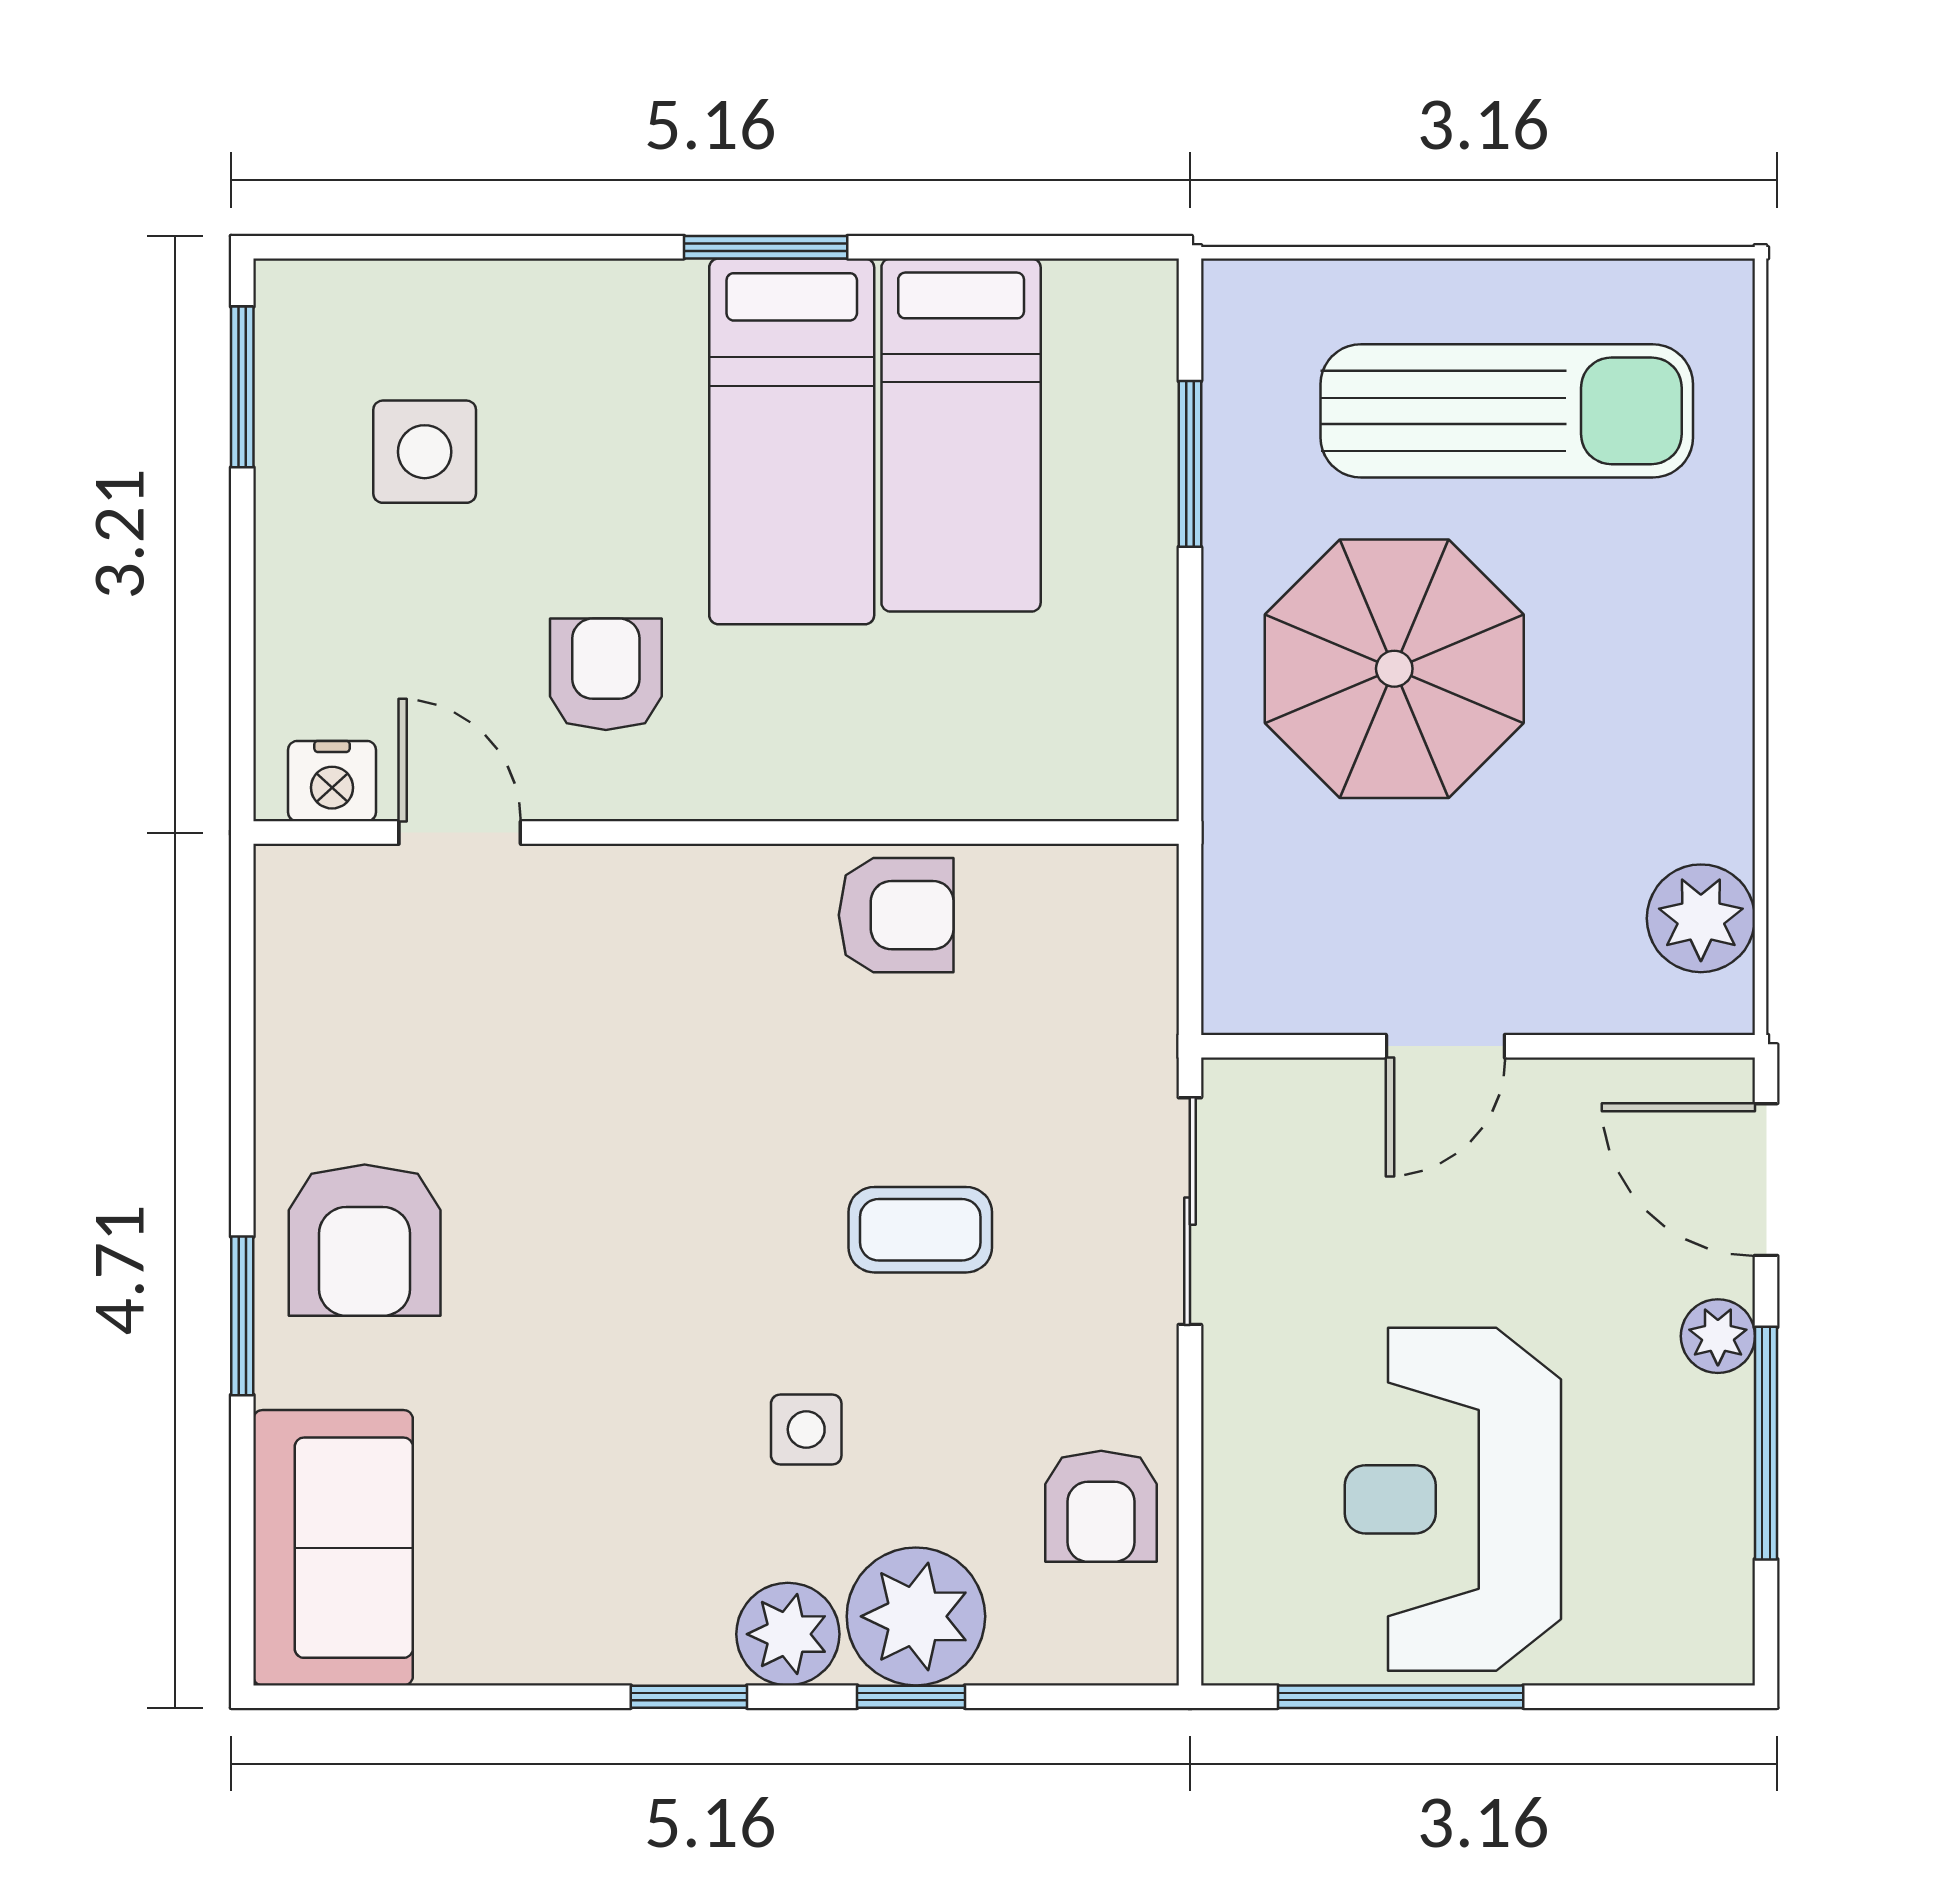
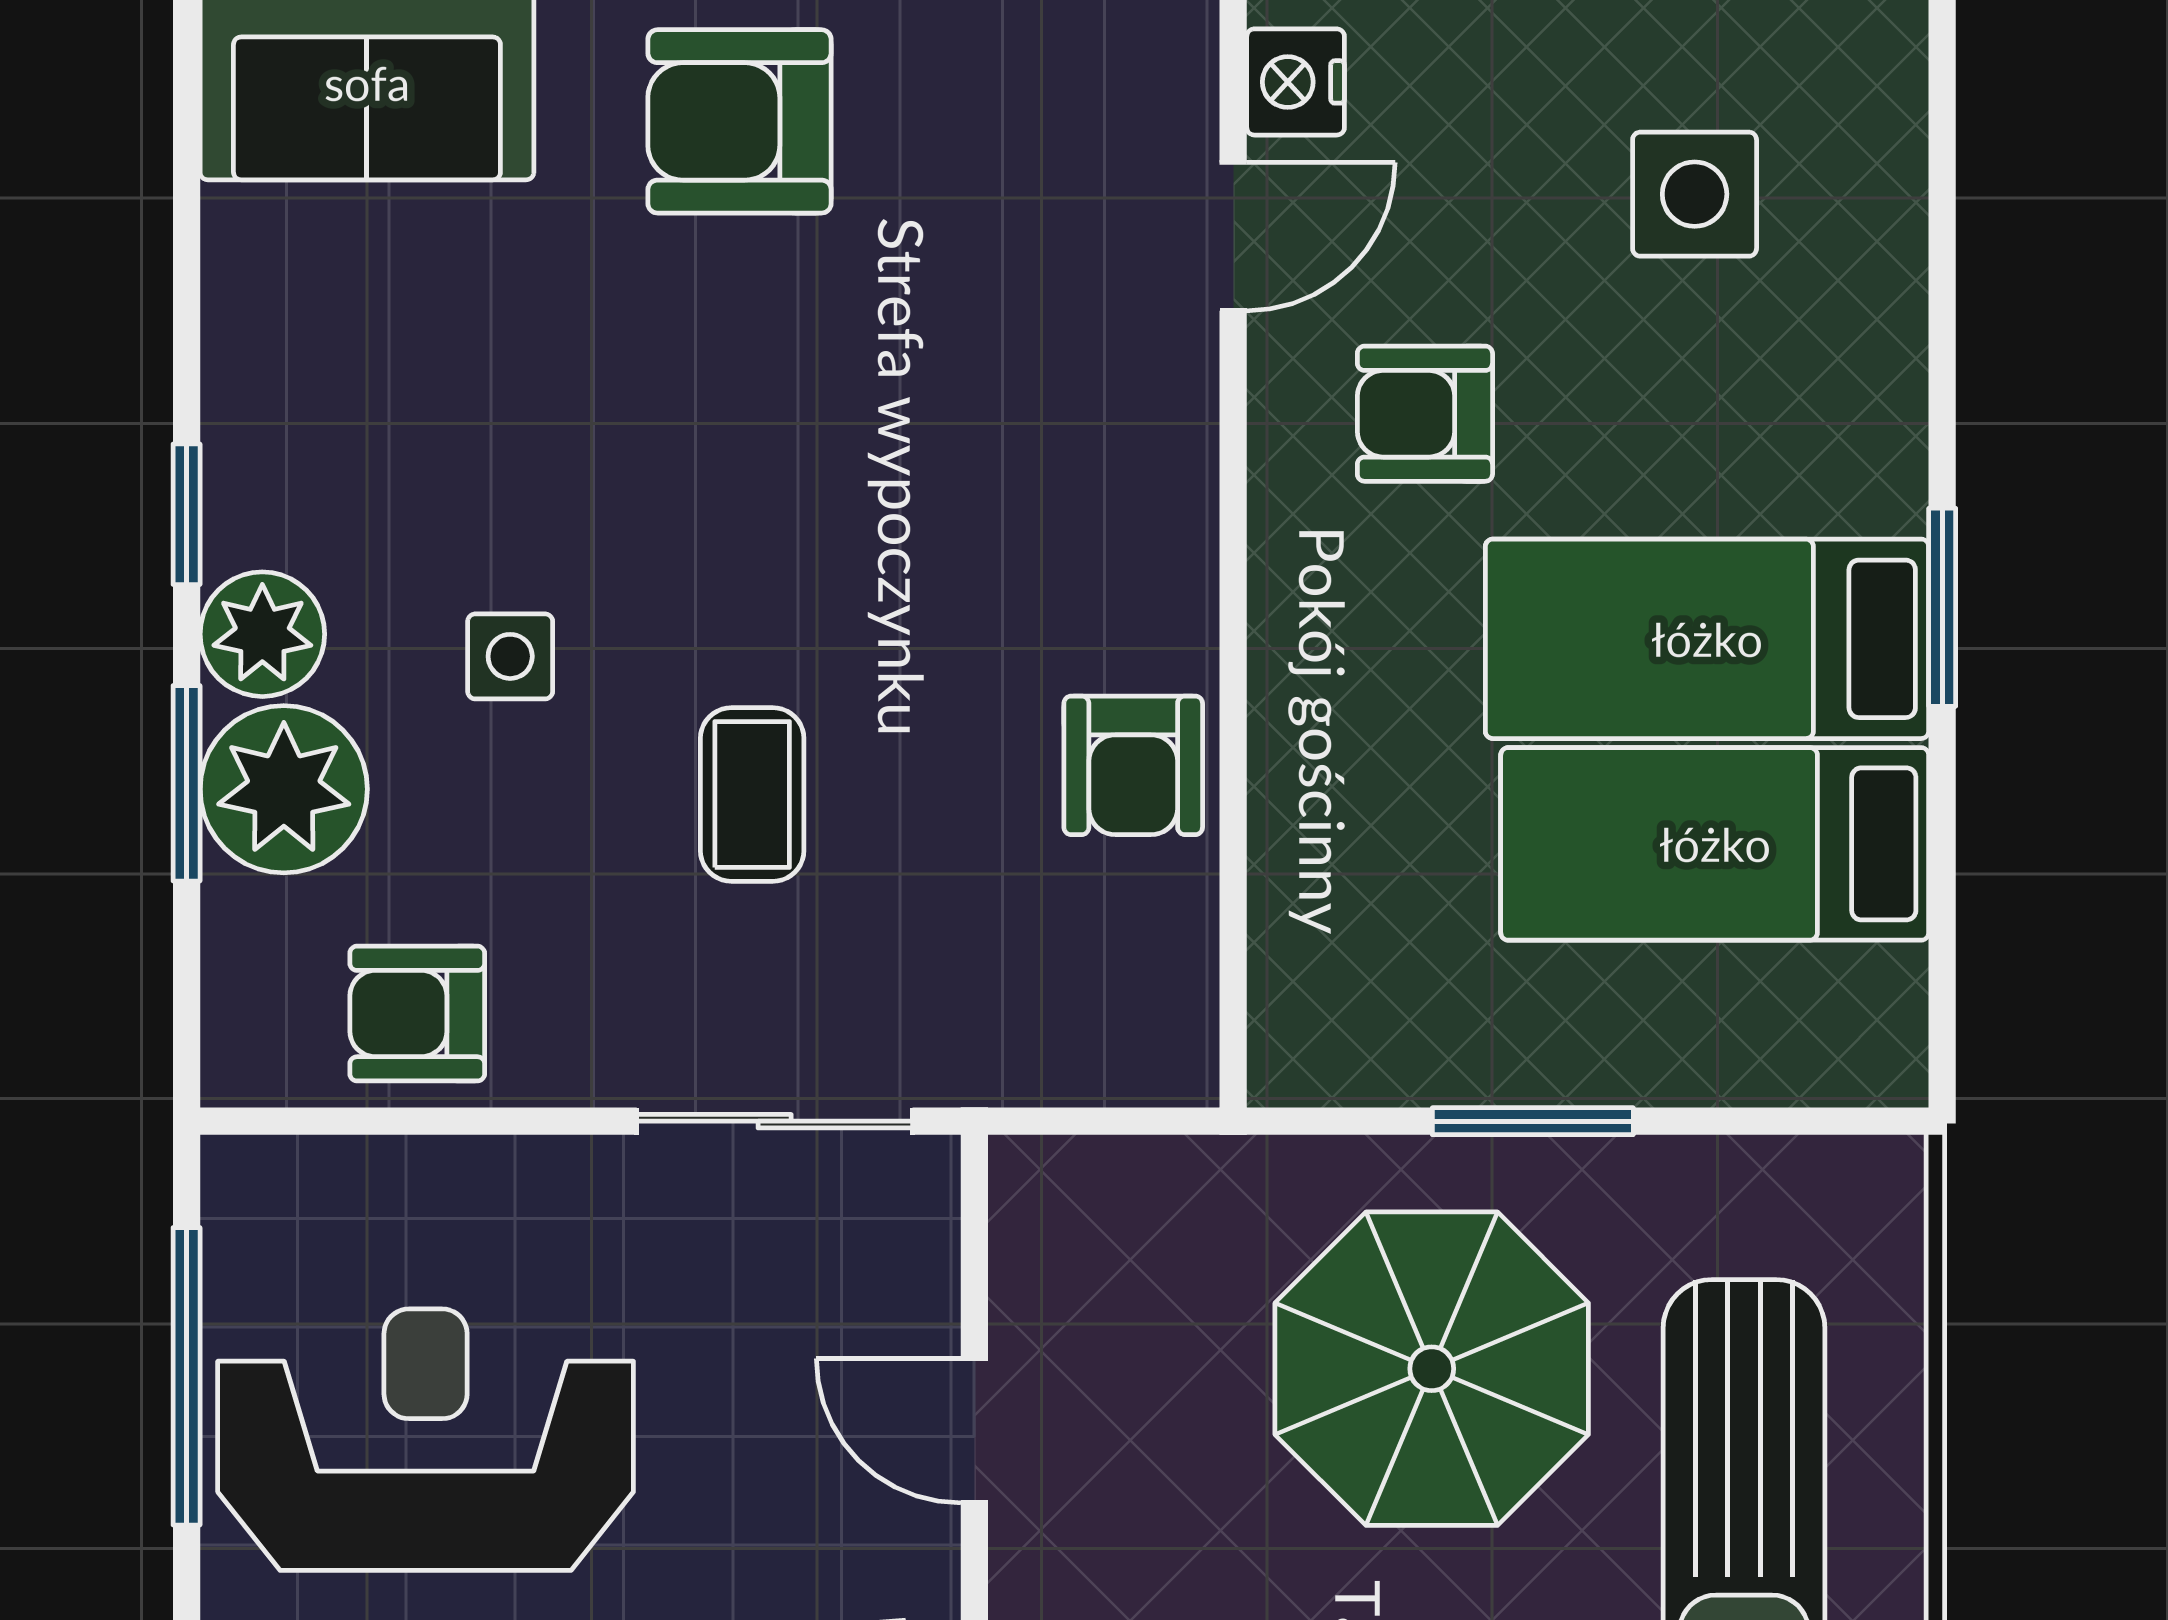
window: (1190, 464) -> (1533, 1121), moved
armchair: (606, 674) -> (1425, 414), turned 180
window: (911, 1697) -> (187, 783), width x1.50

